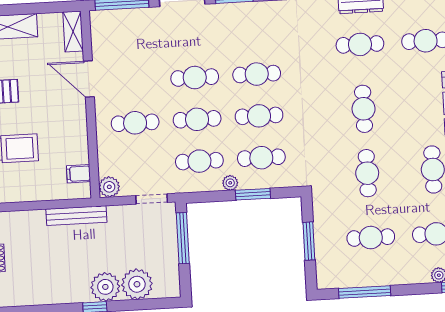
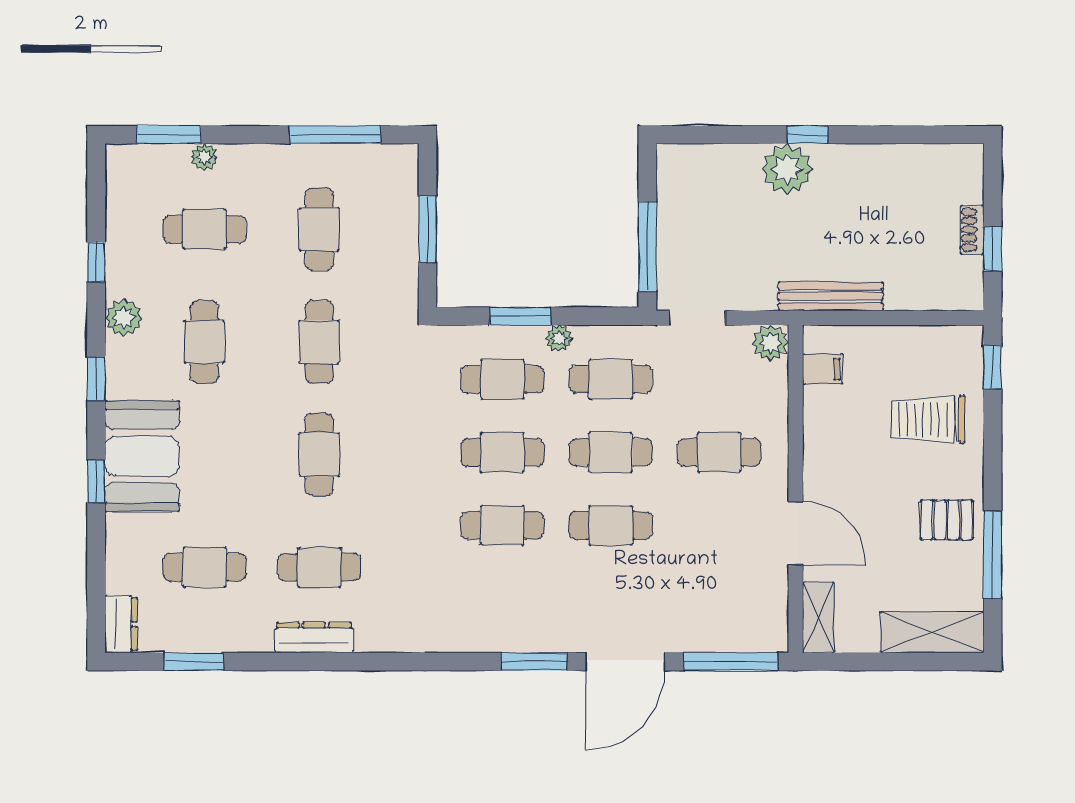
cafe table: (371, 238) -> (319, 229), turned 90
plant: (137, 284) -> (732, 171), removed

